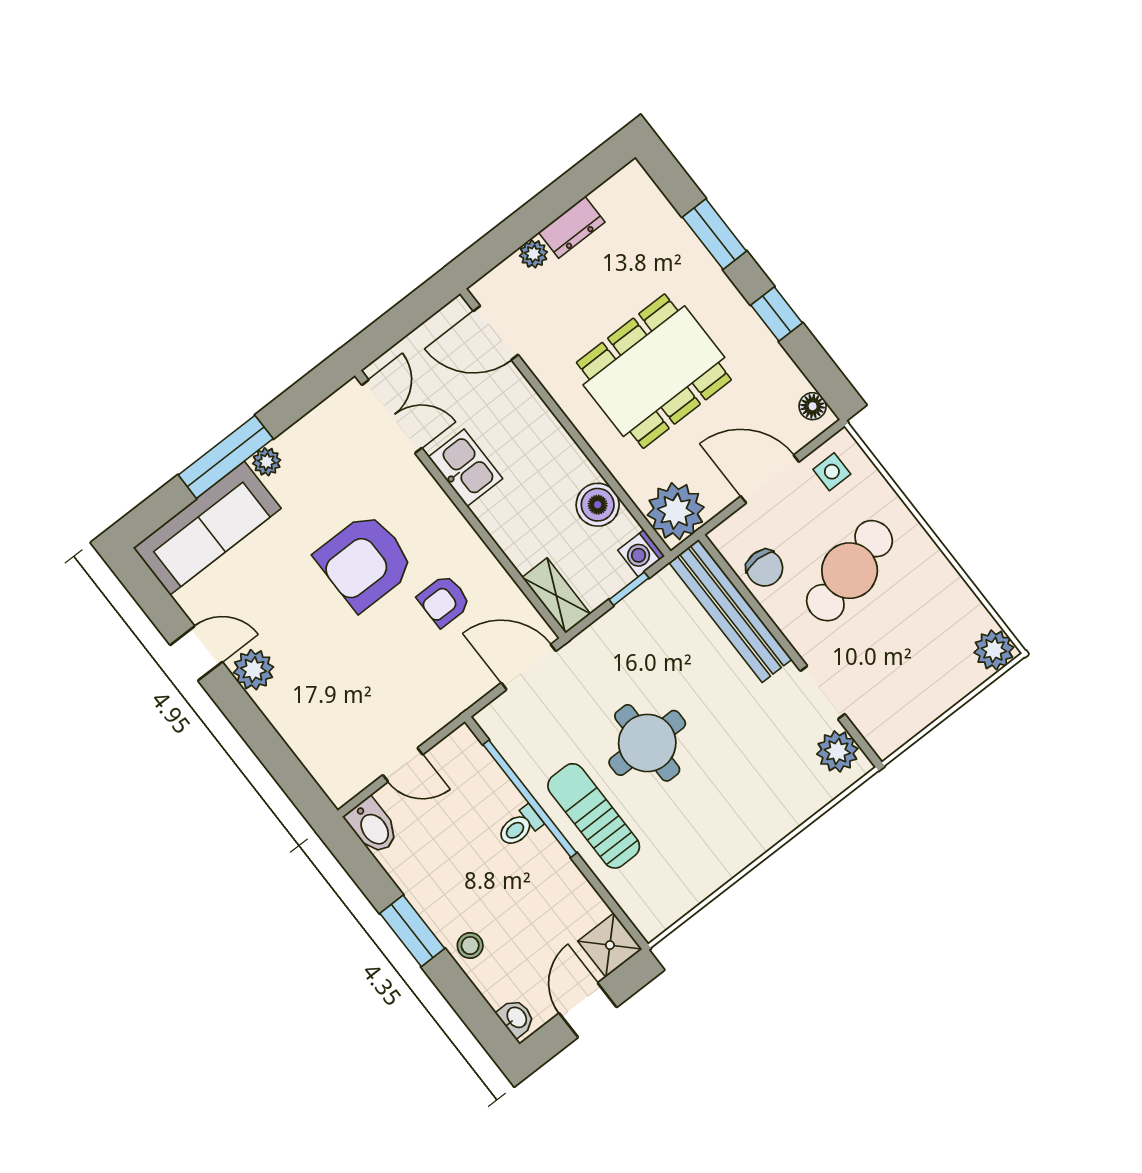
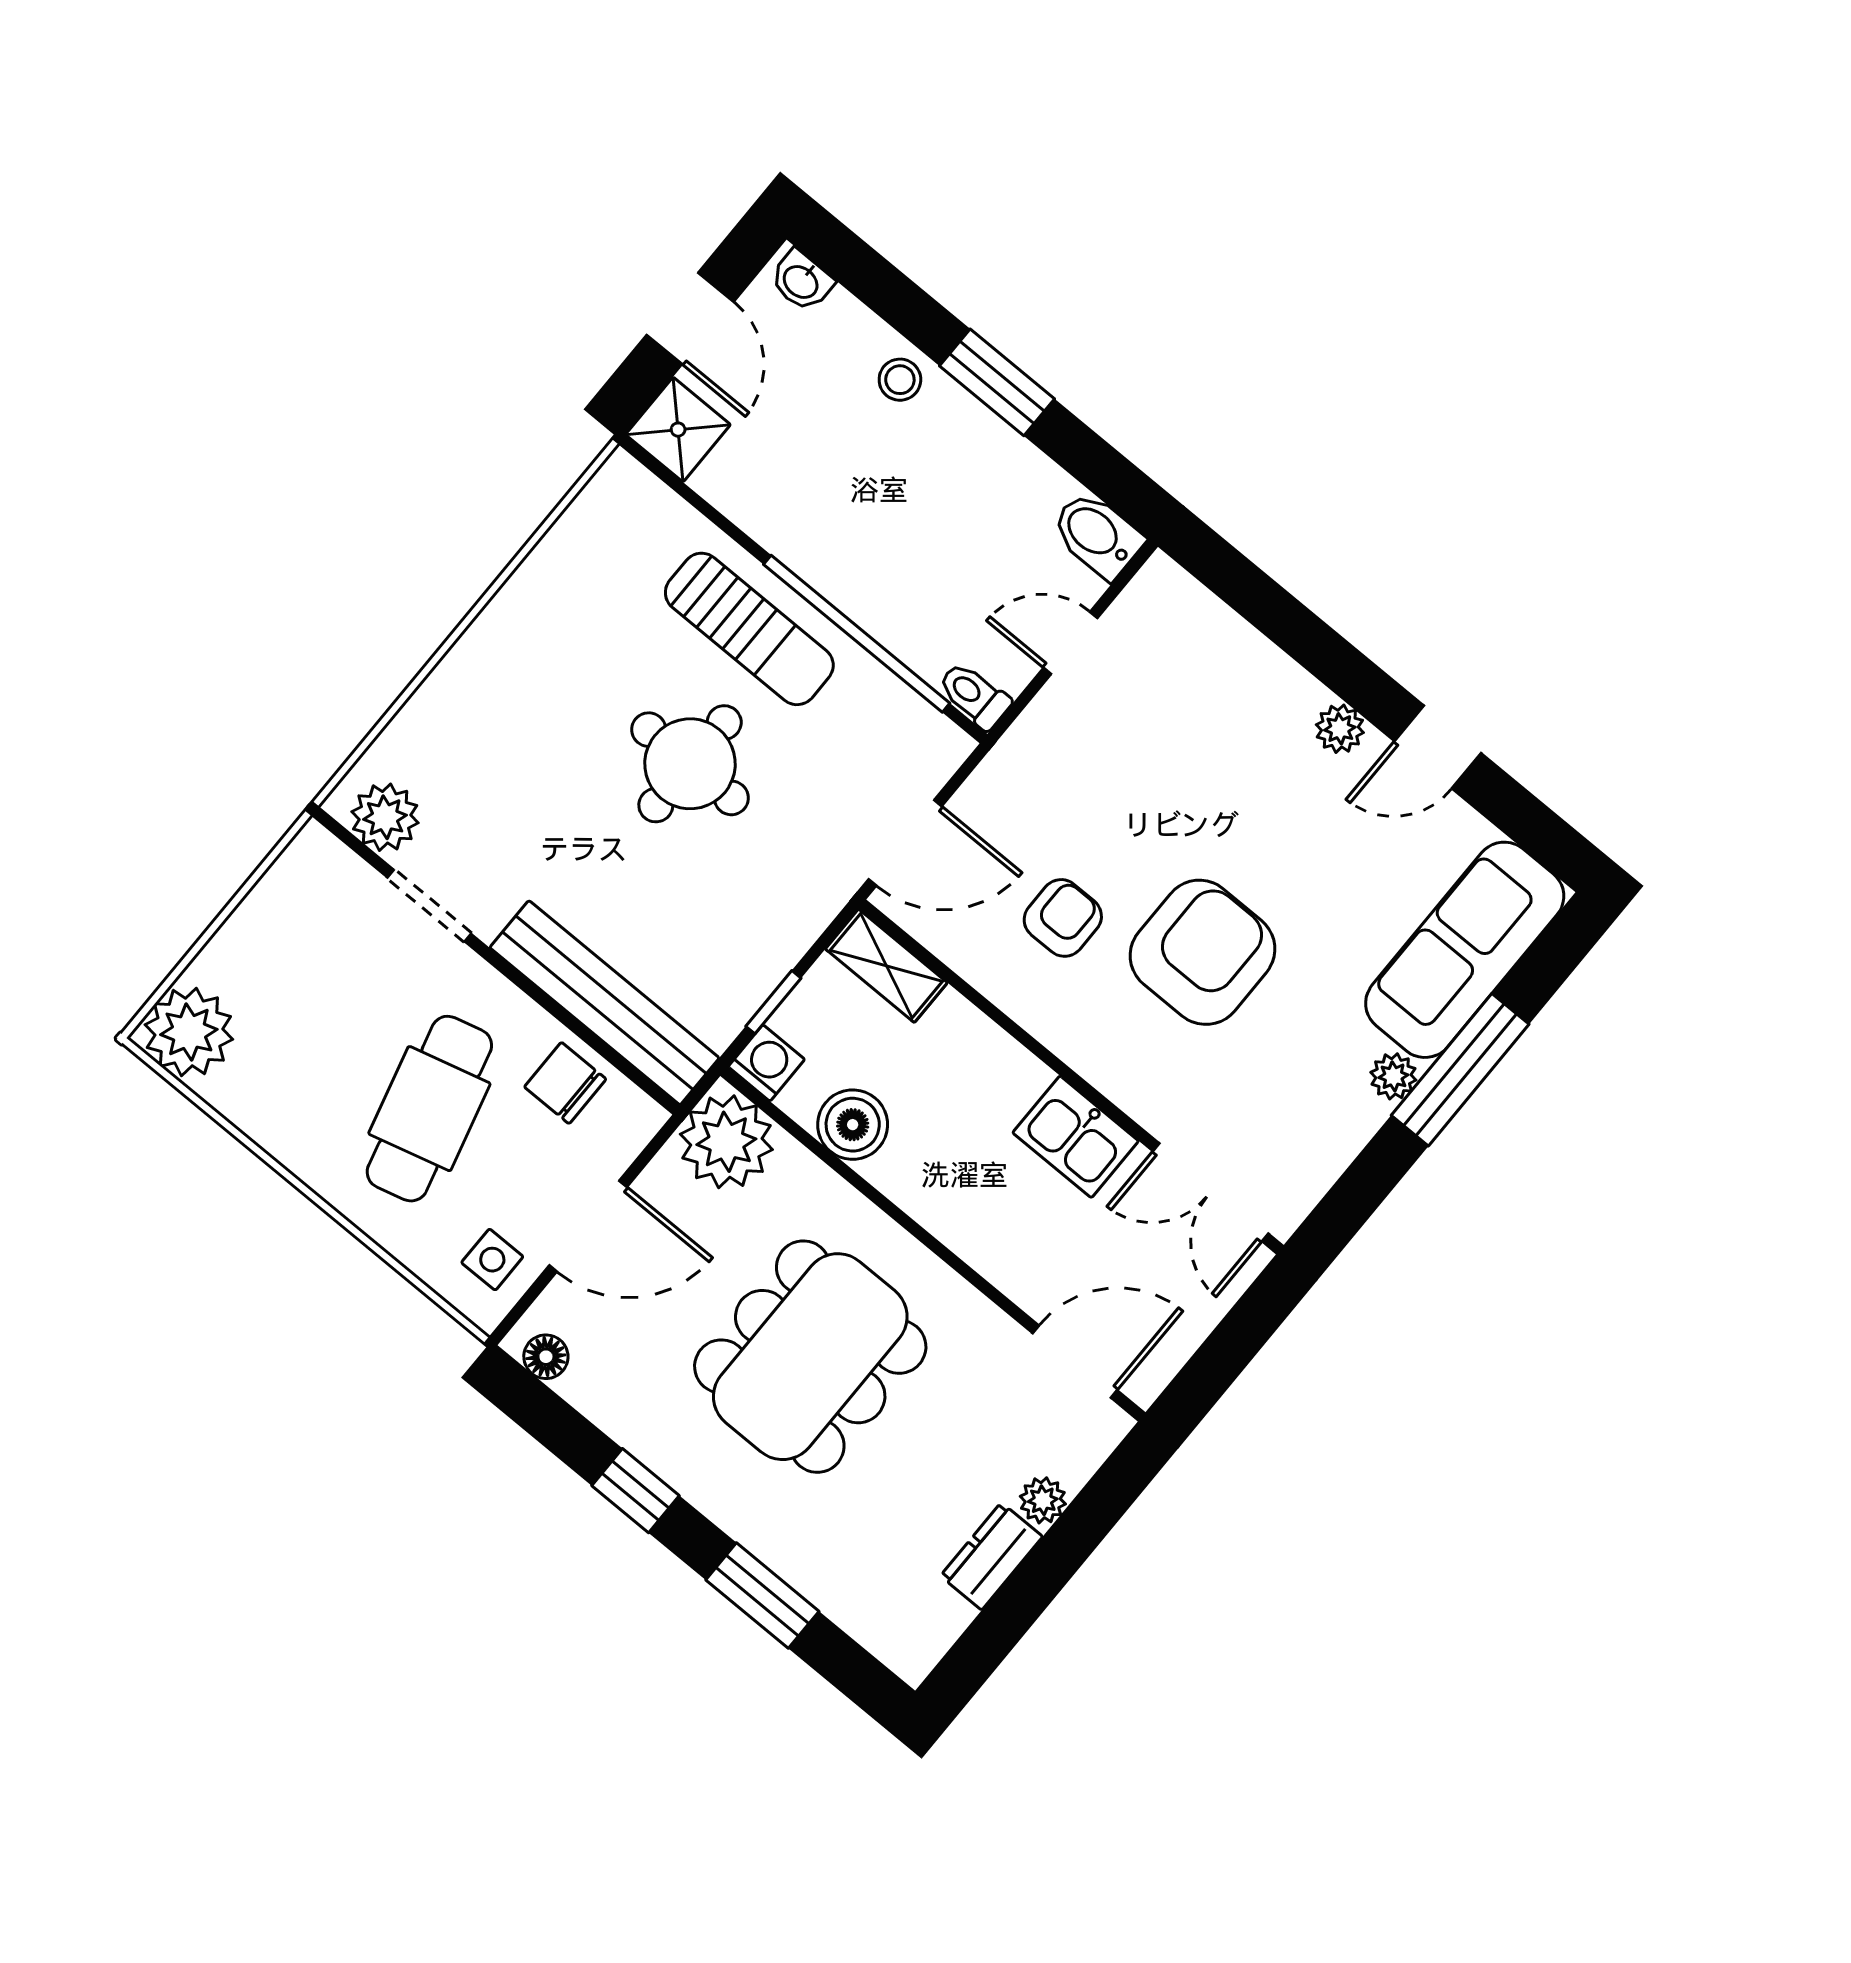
plant: (994, 650) -> (189, 1032), width x1.36, depth x1.36
plant: (254, 670) -> (1340, 729), width x0.73, depth x0.73
toilet: (520, 827) -> (974, 695), moved, turned -90

